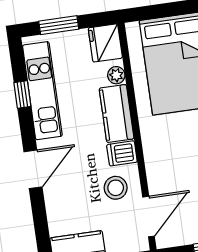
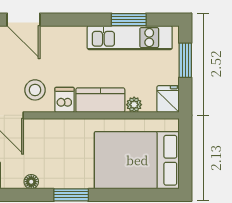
fridge: (105, 43) -> (168, 99), width x0.72
window: (22, 95) -> (129, 20), width x1.50
door: (33, 169) -> (23, 20), moved

